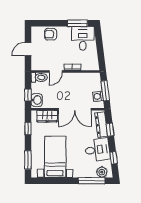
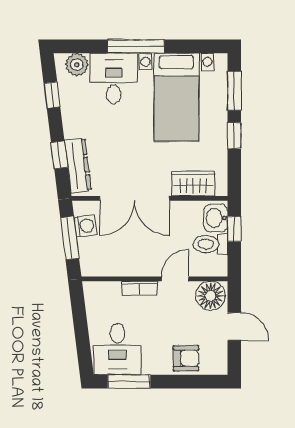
door: (28, 49) -> (234, 327), hinge flipped
floor lamp: (39, 64) -> (211, 296), added
toilet: (39, 77) -> (210, 244), moved
double door: (75, 109) -> (134, 198), swing flipped
window: (28, 129) -> (234, 136), moved
desk: (97, 150) -> (114, 78), moved, turned 97
window: (92, 181) -> (136, 46), moved

